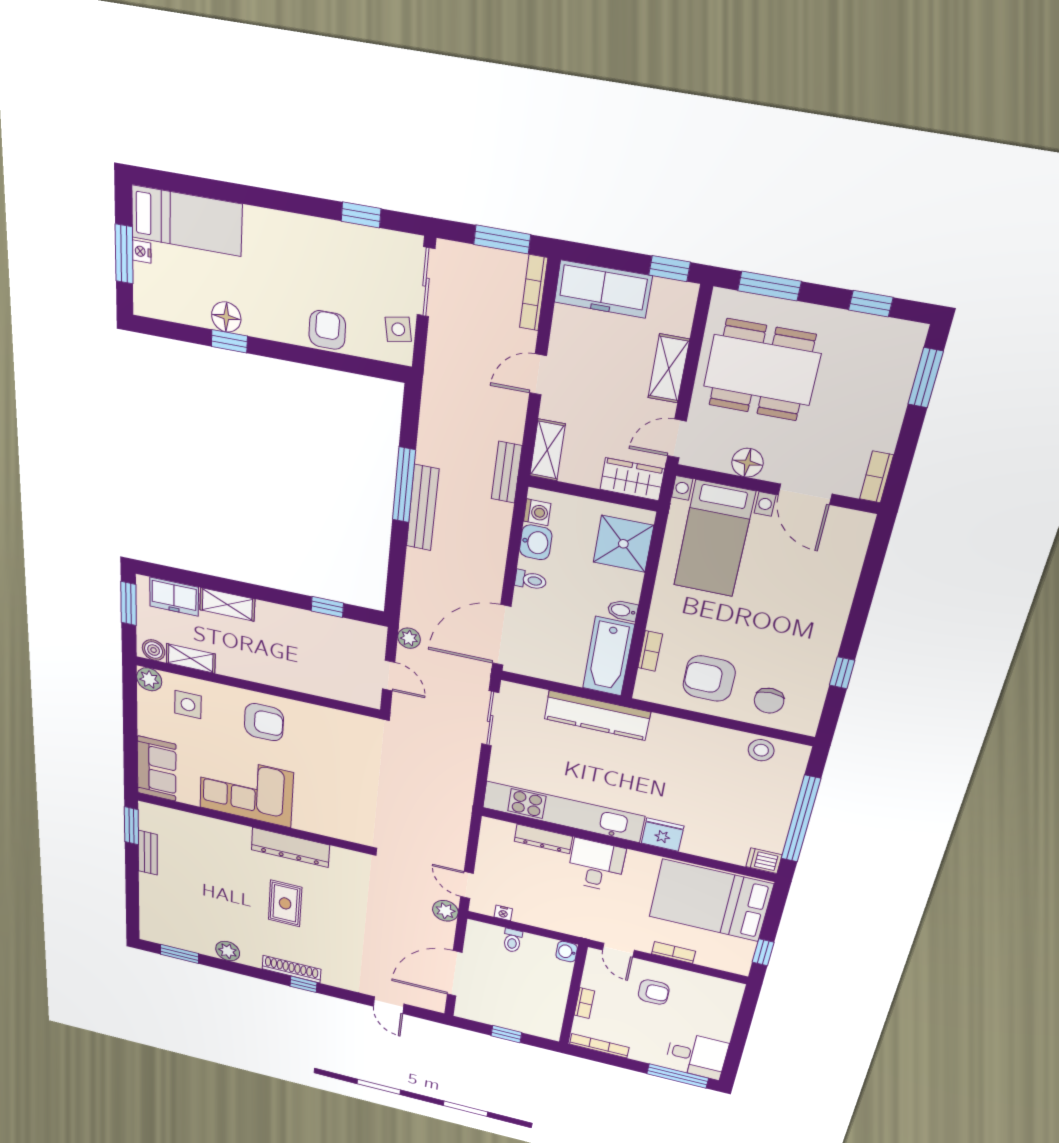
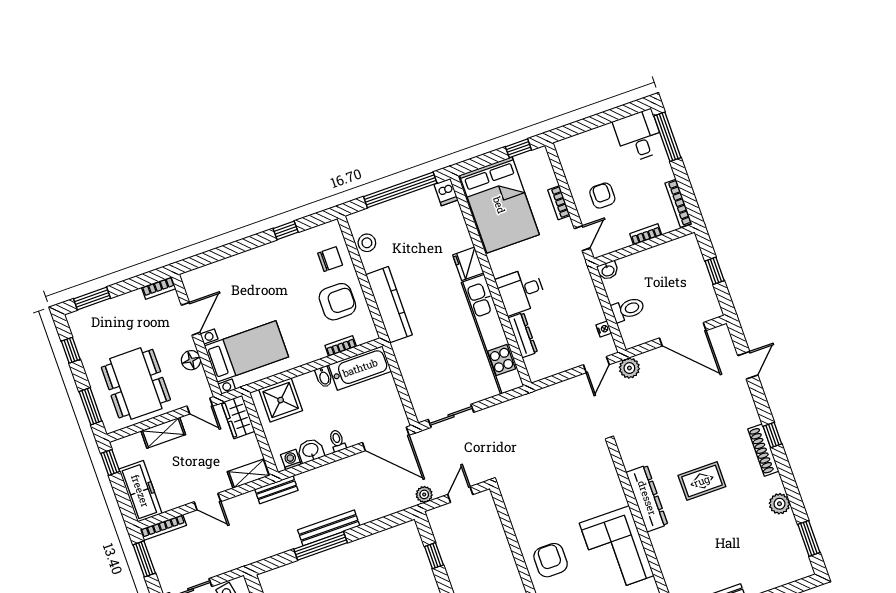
armchair: (709, 679) -> (337, 302), turned -90
kitchen counter: (597, 715) -> (389, 305), moved
toilet: (512, 940) -> (628, 309), width x1.37, depth x1.39

